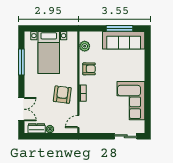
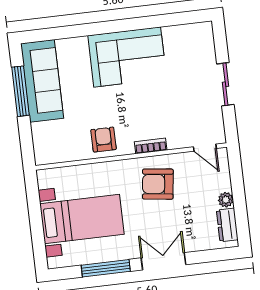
plant: (85, 46) -> (62, 153), removed
corner sofa: (131, 101) -> (127, 57), moved
double door: (21, 109) -> (164, 261), moved
sliding door: (126, 136) -> (225, 84), moved

